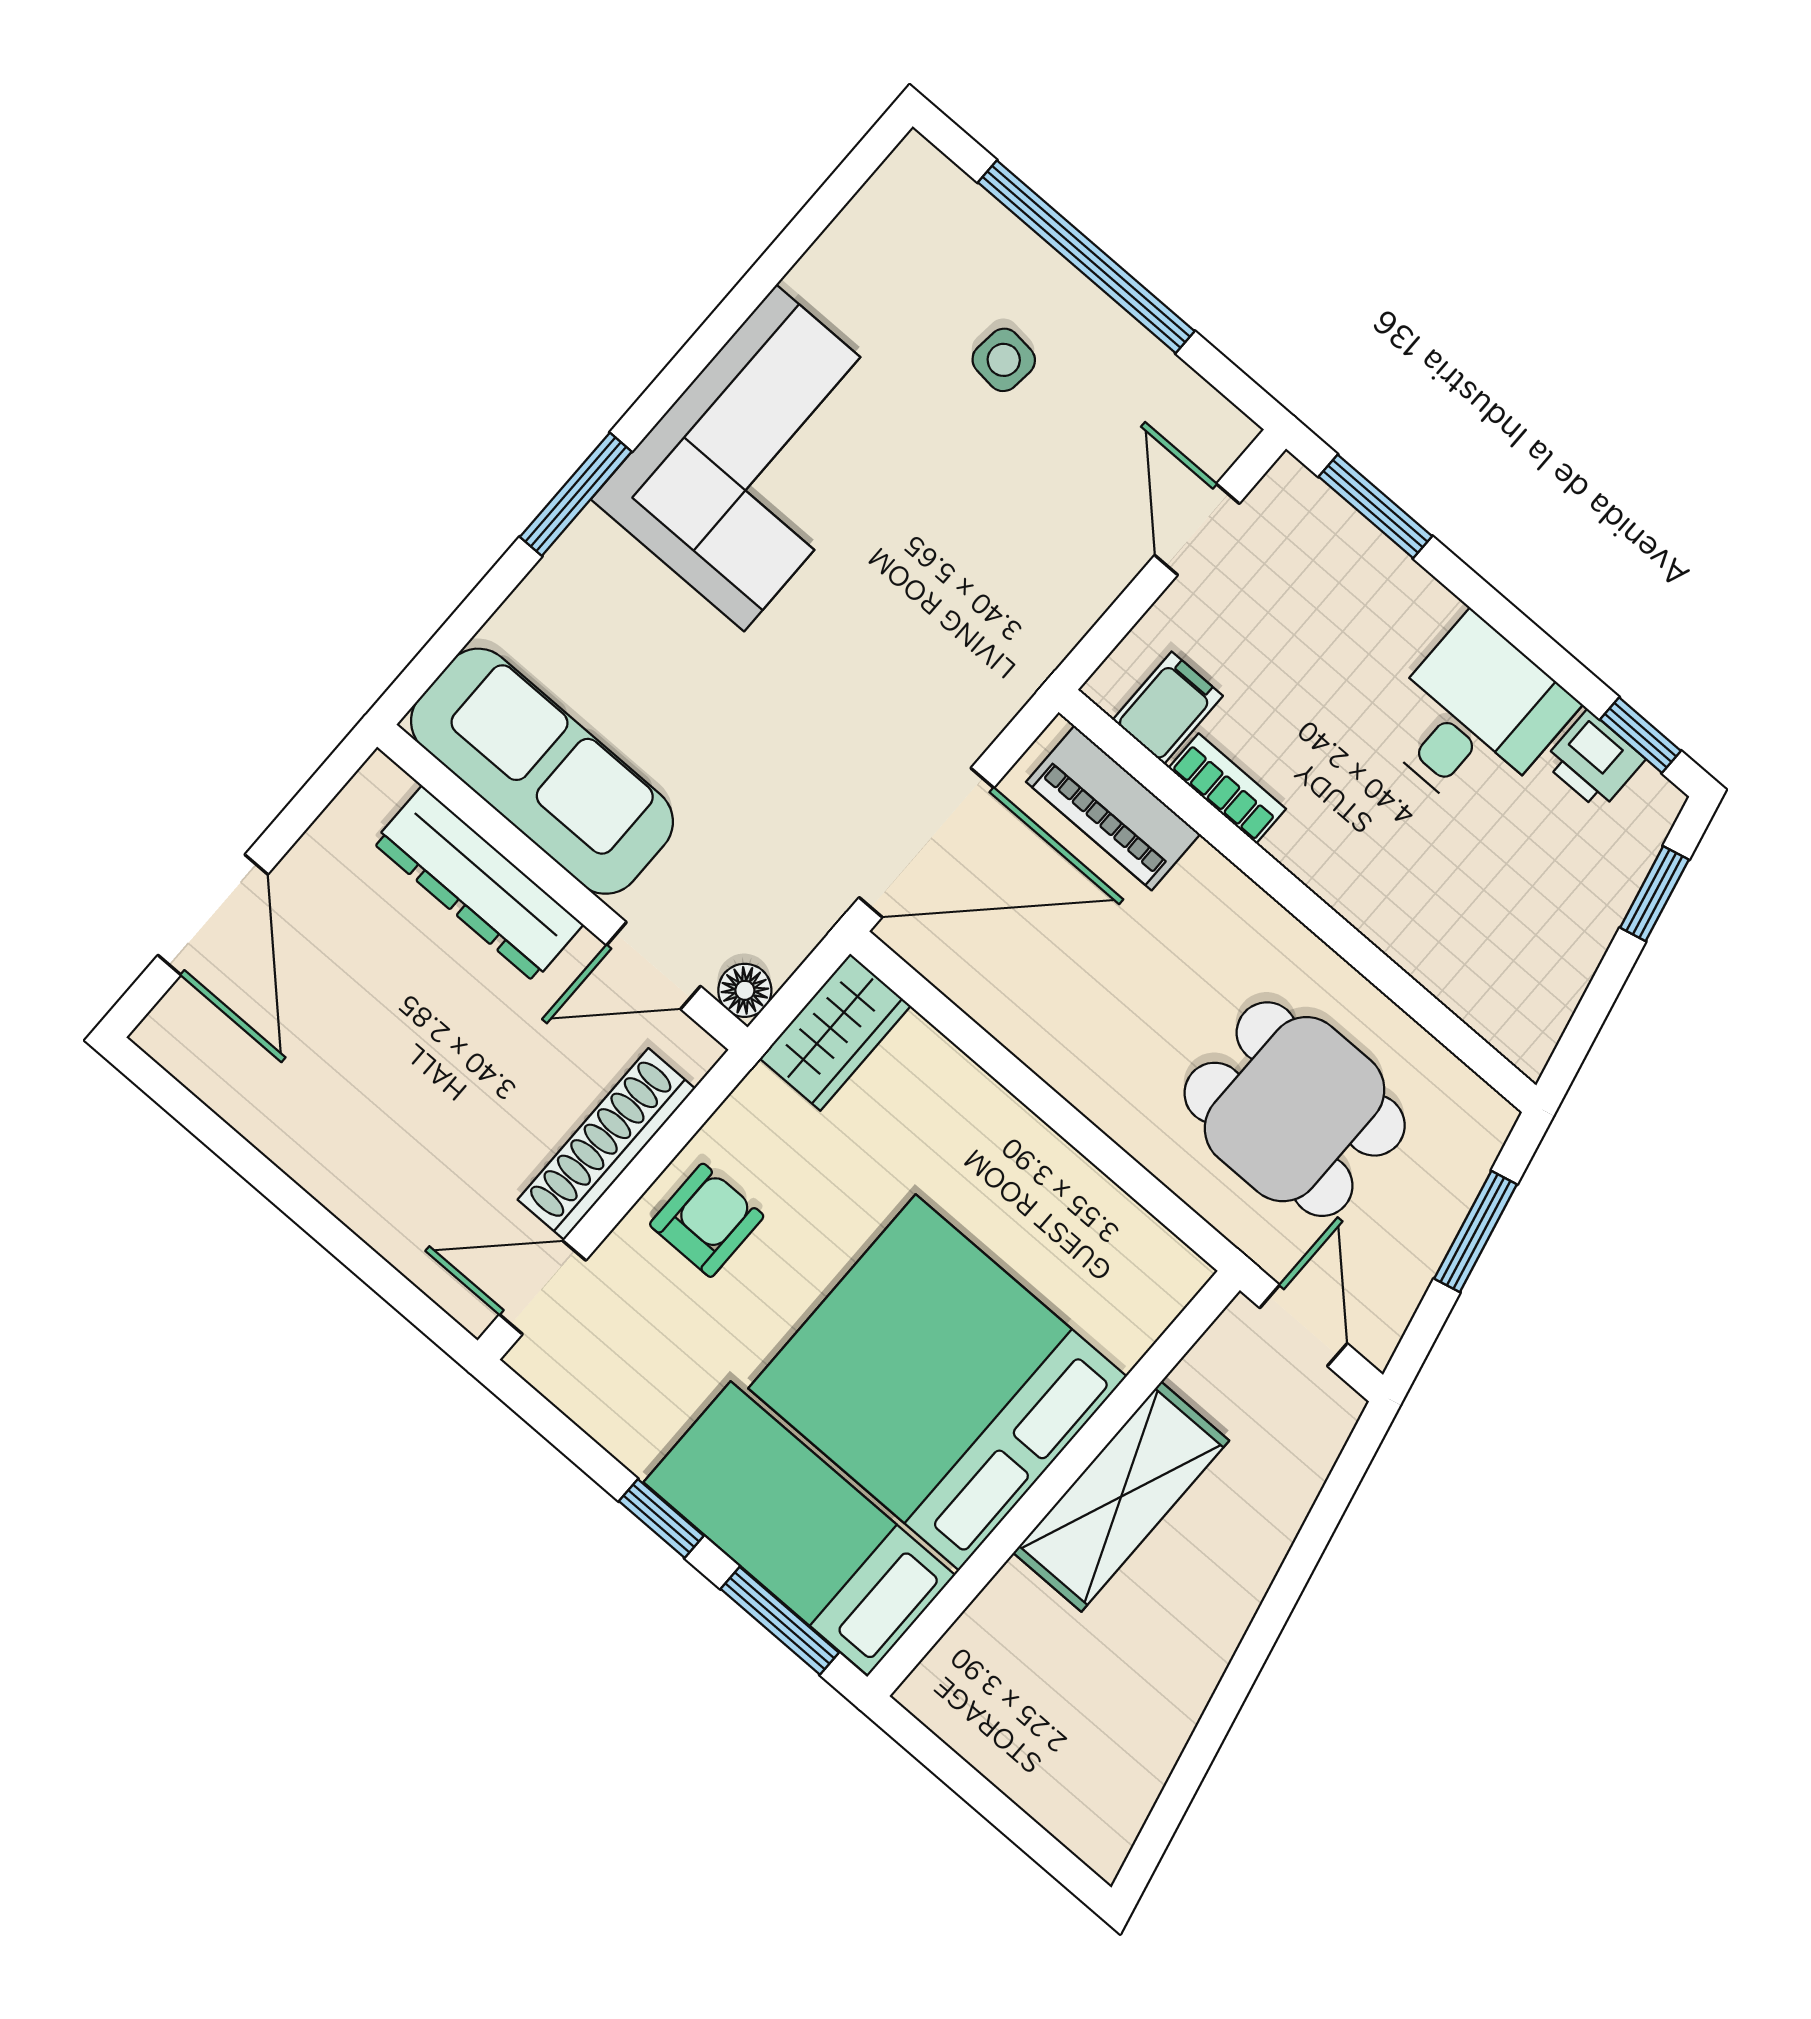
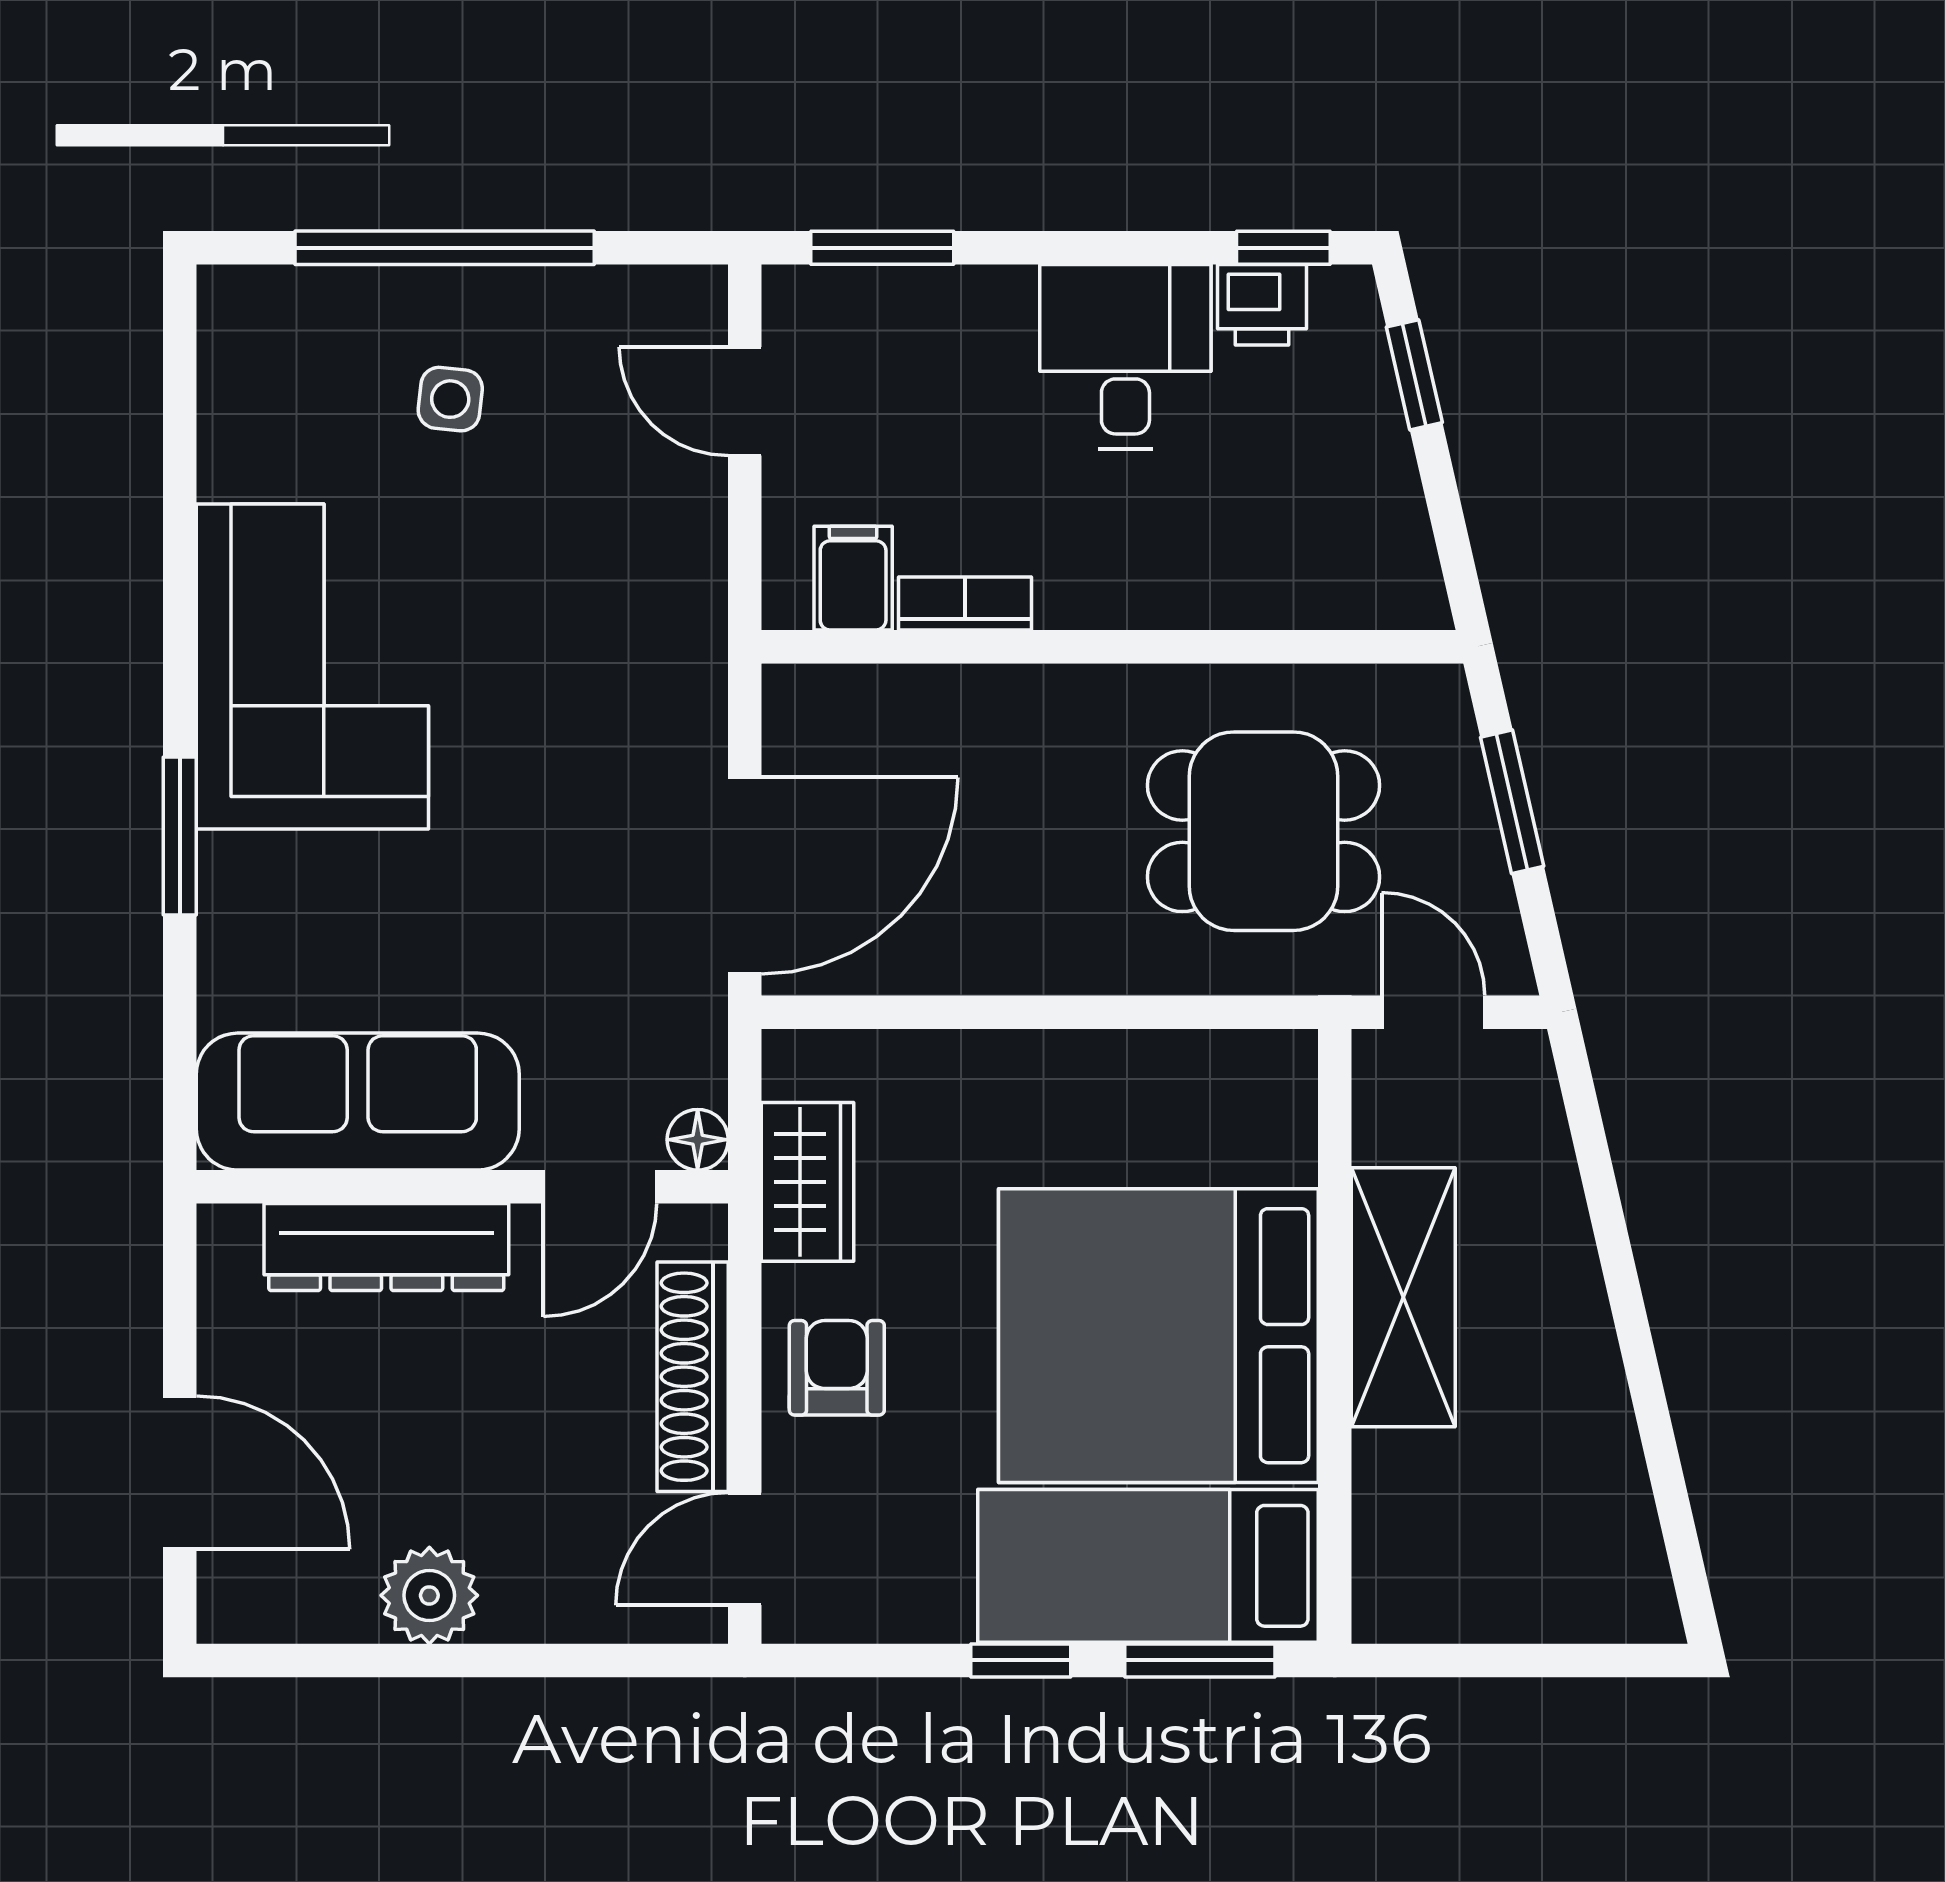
piano: (1113, 808) -> (881, 706), removed
wardrobe: (835, 1032) -> (807, 1182), moved
plant: (308, 1138) -> (429, 1595), added

